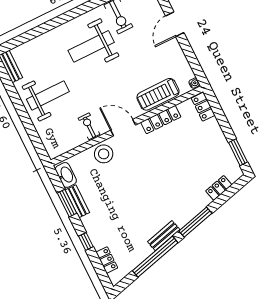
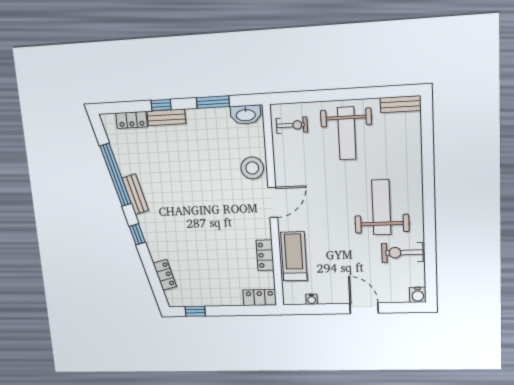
water cooler: (194, 83) -> (312, 299), moved
locker: (161, 120) -> (265, 255), width x0.66
exercise bike: (89, 126) -> (292, 125), moved
window: (238, 152) -> (195, 311), width x0.67
bench: (77, 201) -> (166, 117), moved
window: (195, 222) -> (137, 234), width x0.46

